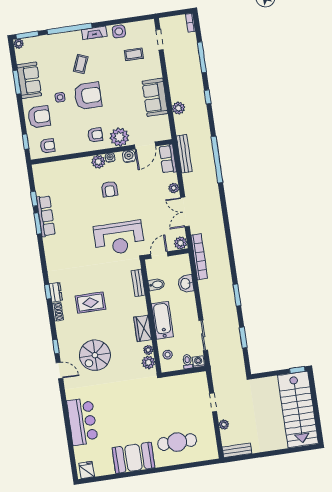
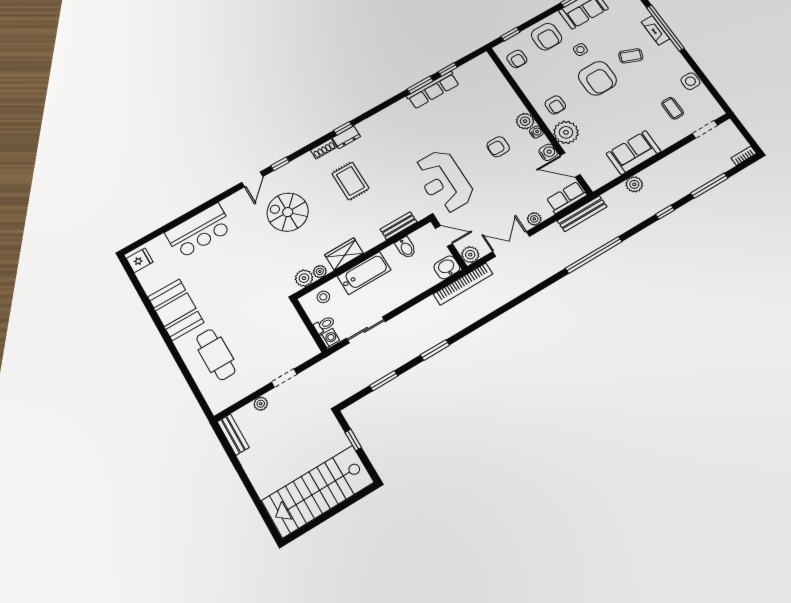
fireplace: (94, 33) -> (656, 30), moved
washbasin: (186, 284) -> (447, 267), moved
window: (297, 370) -> (353, 440), moved

